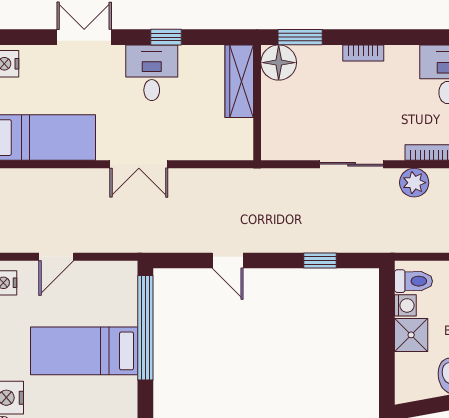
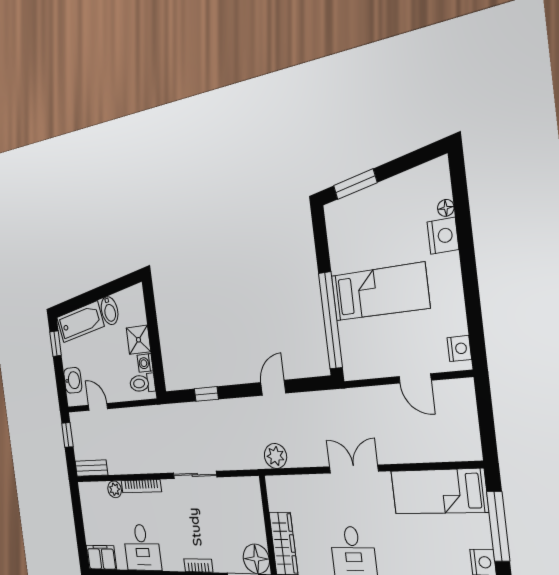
plant: (414, 183) -> (275, 456), moved
door: (56, 257) -> (415, 378), swing flipped
door: (228, 261) -> (273, 388), hinge flipped

